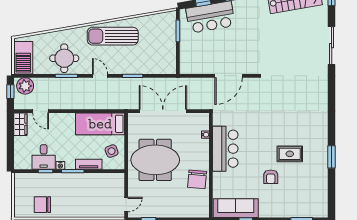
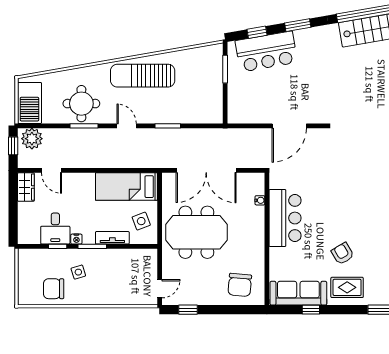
double door: (163, 111) -> (206, 170), swing flipped
rug: (290, 154) -> (347, 287), moved
armchair: (271, 177) -> (343, 254), turned 149
chair: (197, 179) -> (240, 285), moved
side table: (62, 191) -> (78, 272), added

